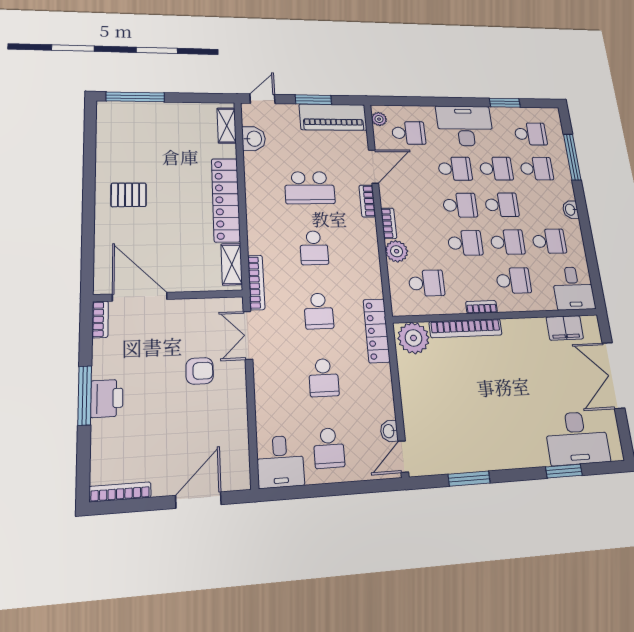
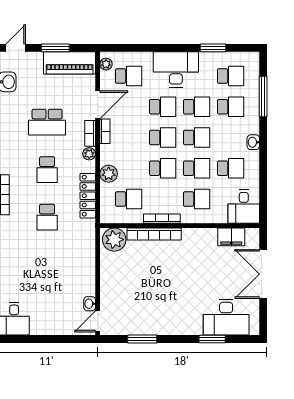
bookcase: (389, 223) -> (105, 131), moved
plant: (368, 226) -> (89, 154), added
bookcase: (482, 307) -> (162, 219), width x1.56
locker: (377, 331) -> (88, 196), moved
school desk: (324, 378) -> (47, 265), removed
school desk: (329, 448) -> (47, 312), removed

